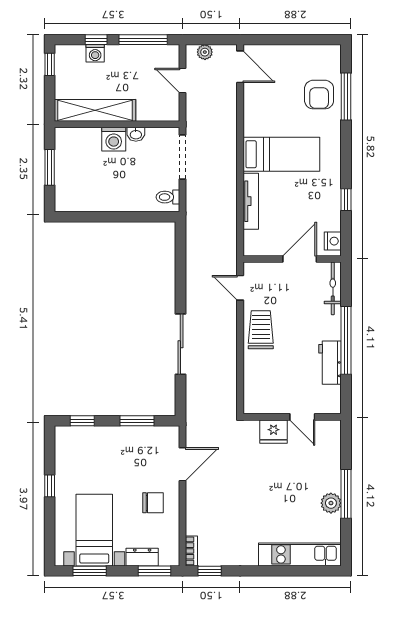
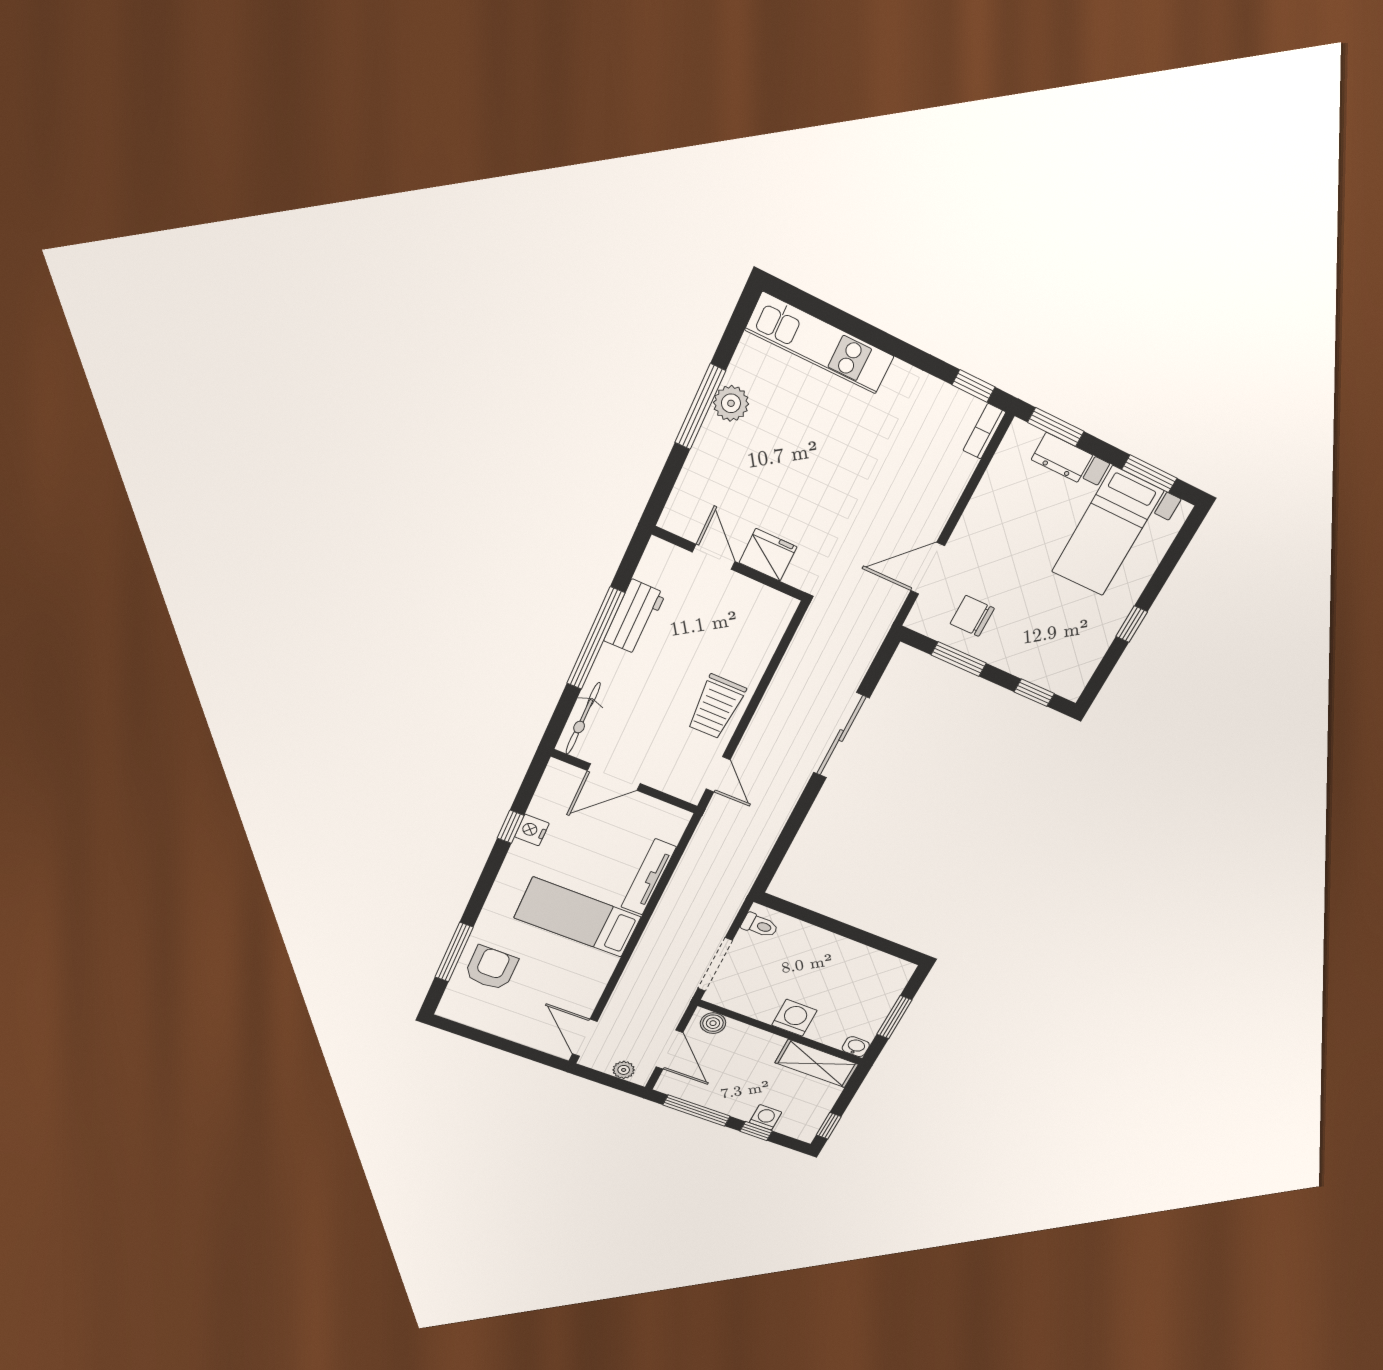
door: (182, 80) -> (669, 1050), width x1.38
shelving: (95, 110) -> (817, 1064), width x0.68
boiler: (164, 113) -> (713, 1023), added
washbasin: (136, 134) -> (856, 1047), moved
nightstand: (333, 241) -> (532, 830), moved
chair: (153, 503) -> (972, 616), moved

